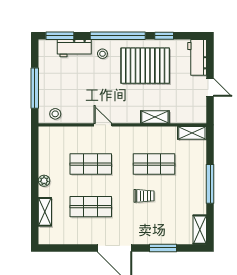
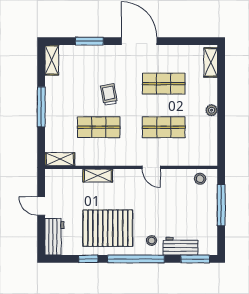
trolley: (144, 196) -> (109, 95), turned 80
shelving: (45, 212) -> (211, 62), moved

